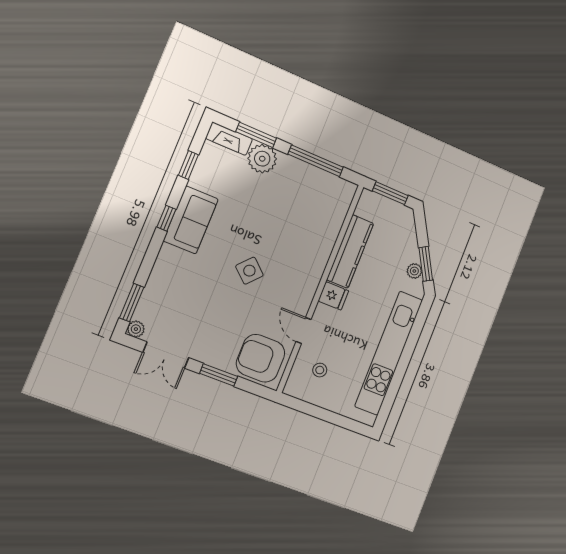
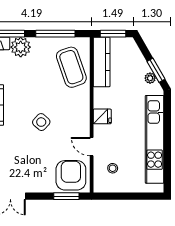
coffee table: (319, 214) -> (71, 67), added
kitchen counter: (350, 251) -> (102, 62), moved
armchair: (261, 358) -> (71, 175), turned 90
window: (219, 375) -> (66, 196), moved

